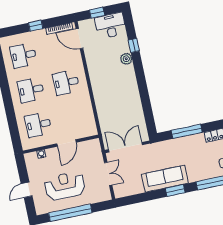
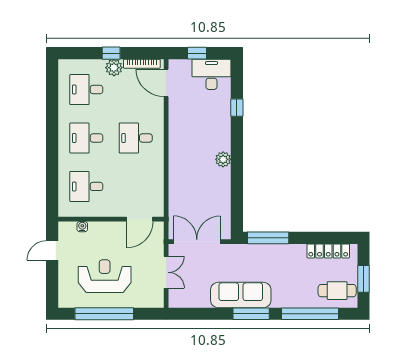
plant: (40, 36) -> (114, 68), added
plant: (126, 59) -> (223, 159), moved
window: (187, 131) -> (268, 238), moved
door: (67, 143) -> (140, 219), moved
door: (27, 190) -> (52, 251), moved
window: (175, 190) -> (251, 314), width x1.44

